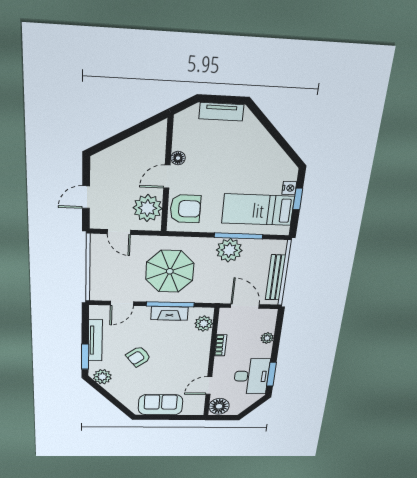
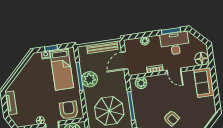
fireplace: (169, 313) -> (138, 105), removed
door: (209, 386) -> (174, 71), moved
sofa: (160, 405) -> (204, 82), moved

